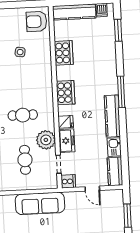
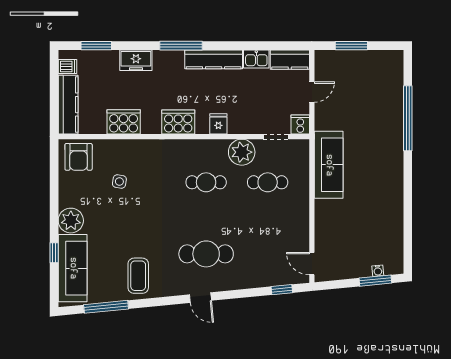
cafe table: (23, 115) -> (206, 182), turned 90
freezer: (67, 141) -> (136, 60), moved, turned 180

